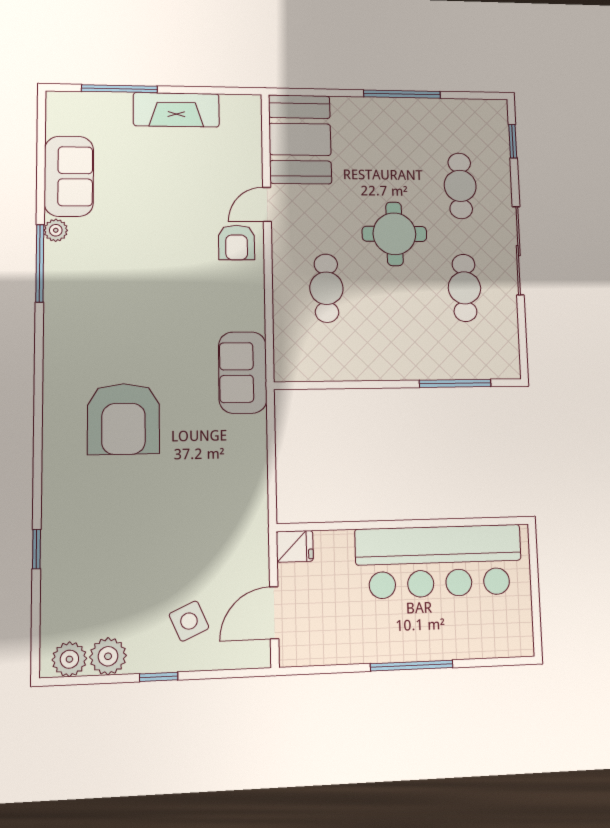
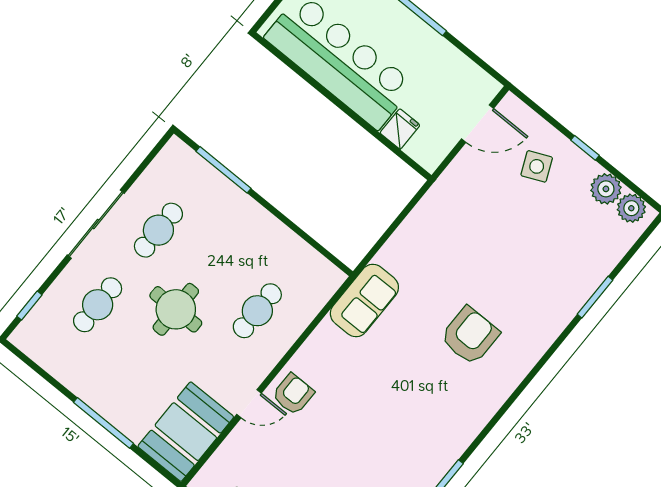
window: (402, 94) -> (103, 423), moved
armchair: (124, 419) -> (470, 336), width x0.73, depth x0.73
fridge: (295, 546) -> (400, 129), moved, turned 90
window: (36, 549) -> (595, 297), width x1.50

